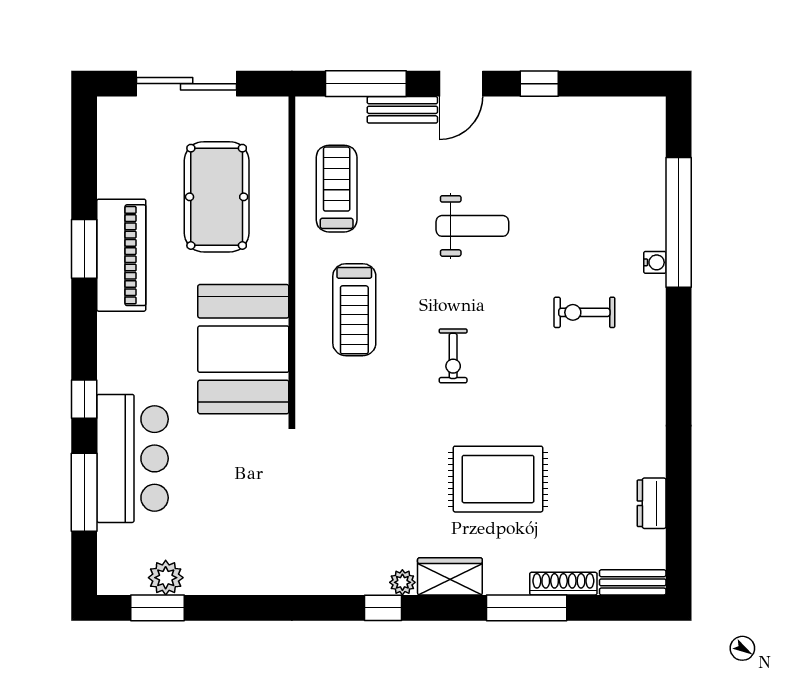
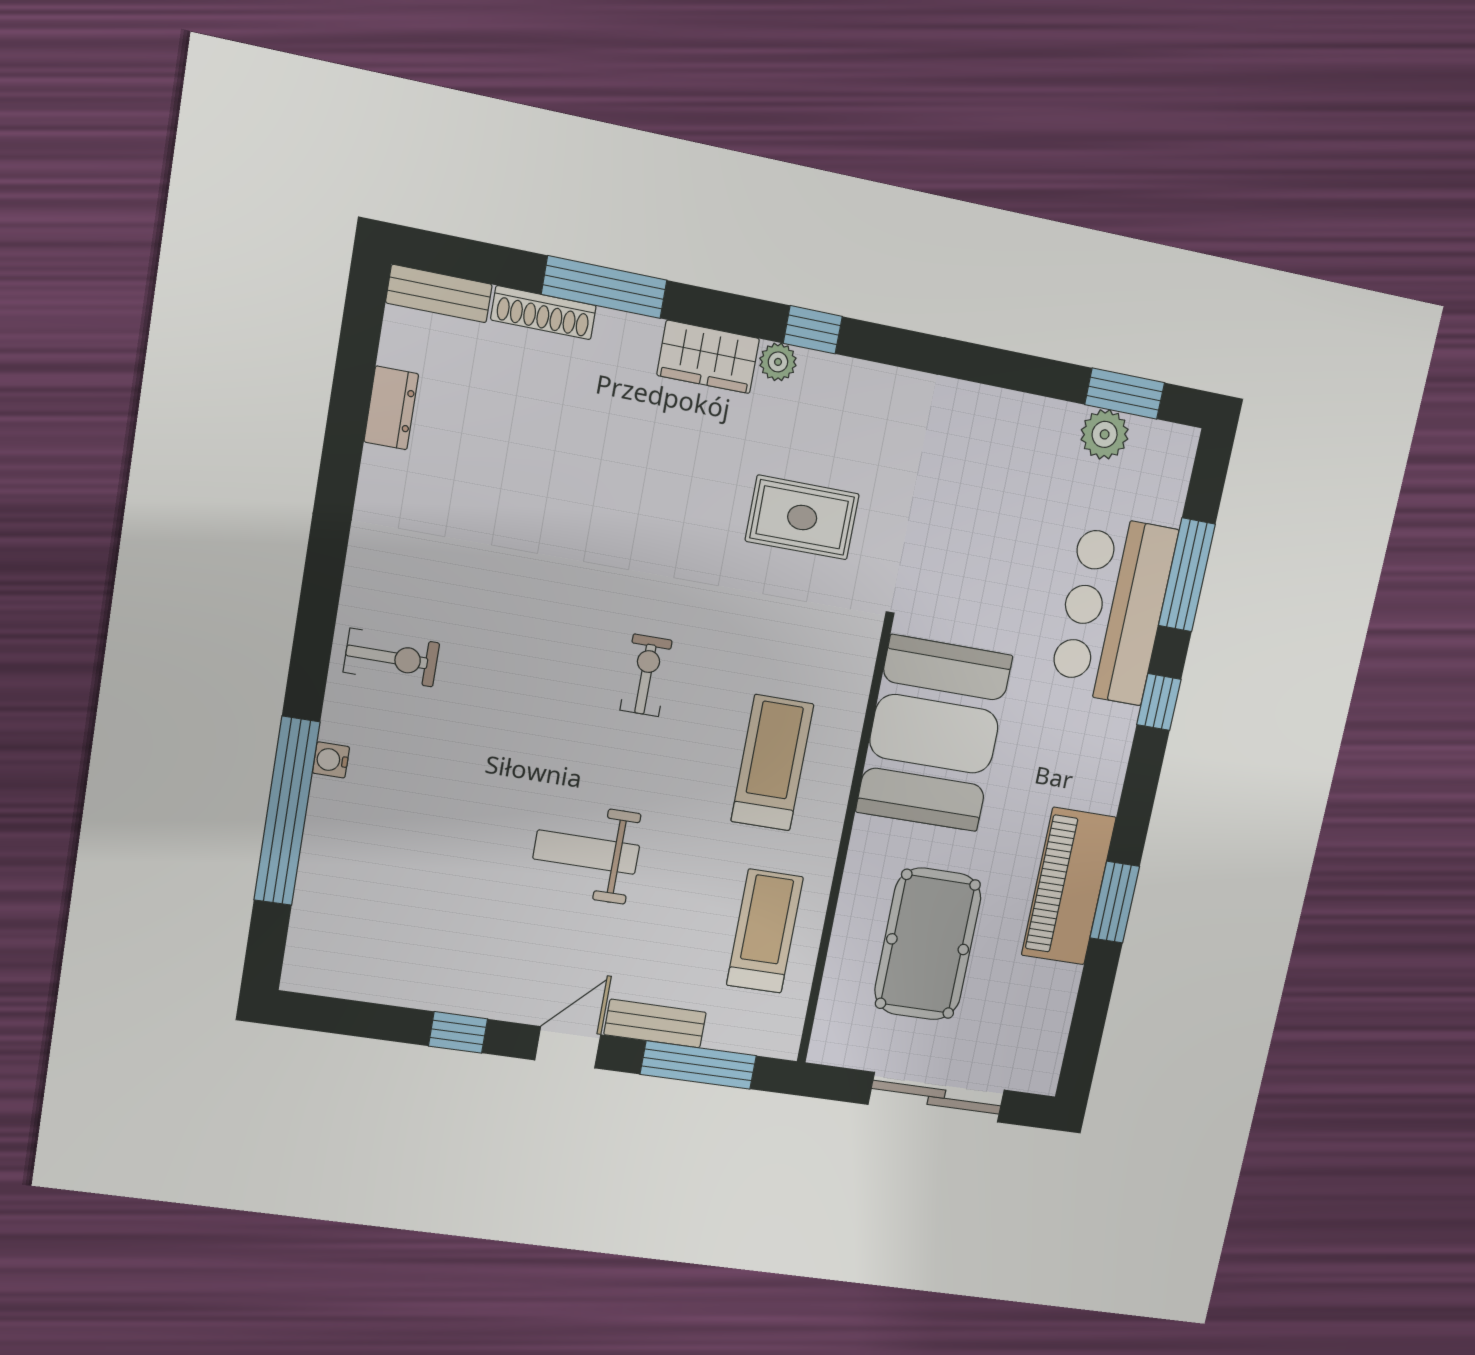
treadmill: (337, 189) -> (765, 931), turned 180
exercise bike: (584, 312) -> (391, 658), moved
rug: (498, 479) -> (802, 518), moved, width x0.73, depth x0.70

